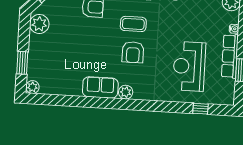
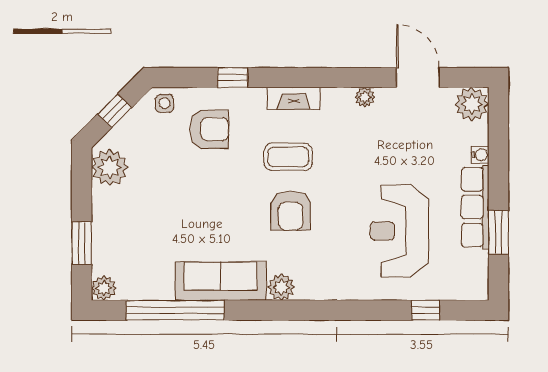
sofa: (100, 87) -> (221, 281), width x1.36
window: (69, 101) -> (175, 310), added

